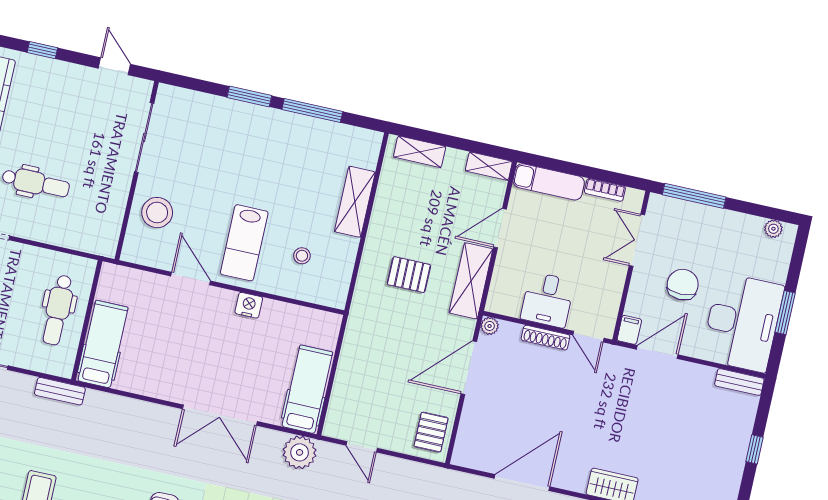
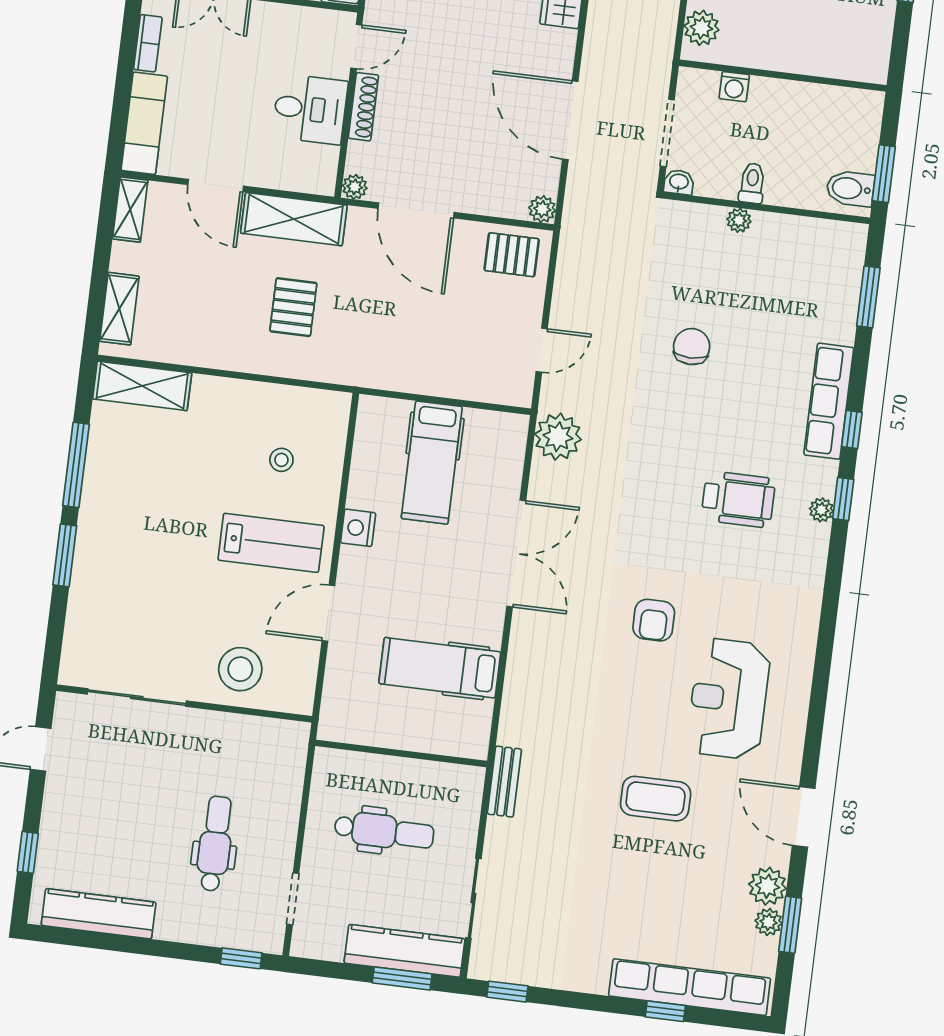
shelving: (355, 202) -> (142, 386), moved
dental chair: (58, 310) -> (384, 831), moved
hospital bed: (103, 344) -> (440, 668), moved
hospital bed: (307, 389) -> (432, 462), moved, turned -90
plant: (461, 457) -> (542, 209), added

